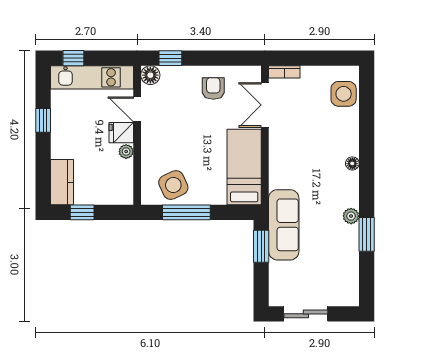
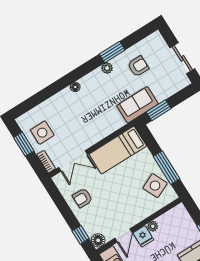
window: (322, 58) -> (24, 144), added
side table: (344, 94) -> (42, 133), moved
sofa: (284, 225) -> (138, 105), width x0.73
armchair: (330, 255) -> (138, 66), added

